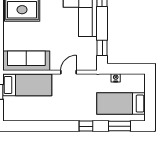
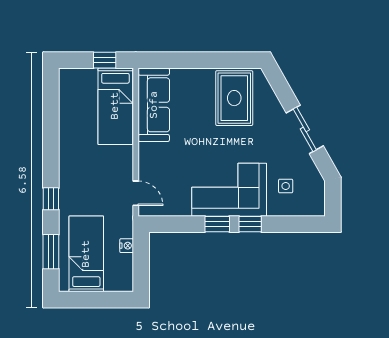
window: (102, 48) -> (217, 224), moved
door: (69, 72) -> (136, 193), moved

